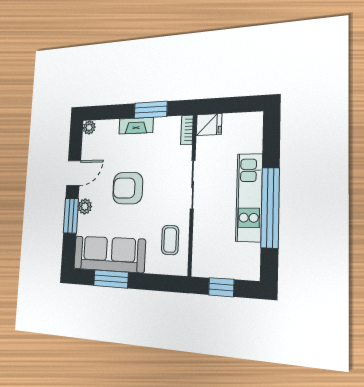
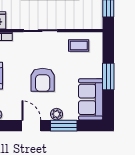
sofa: (109, 254) -> (91, 99), width x0.73
window: (111, 279) -> (108, 76), moved

